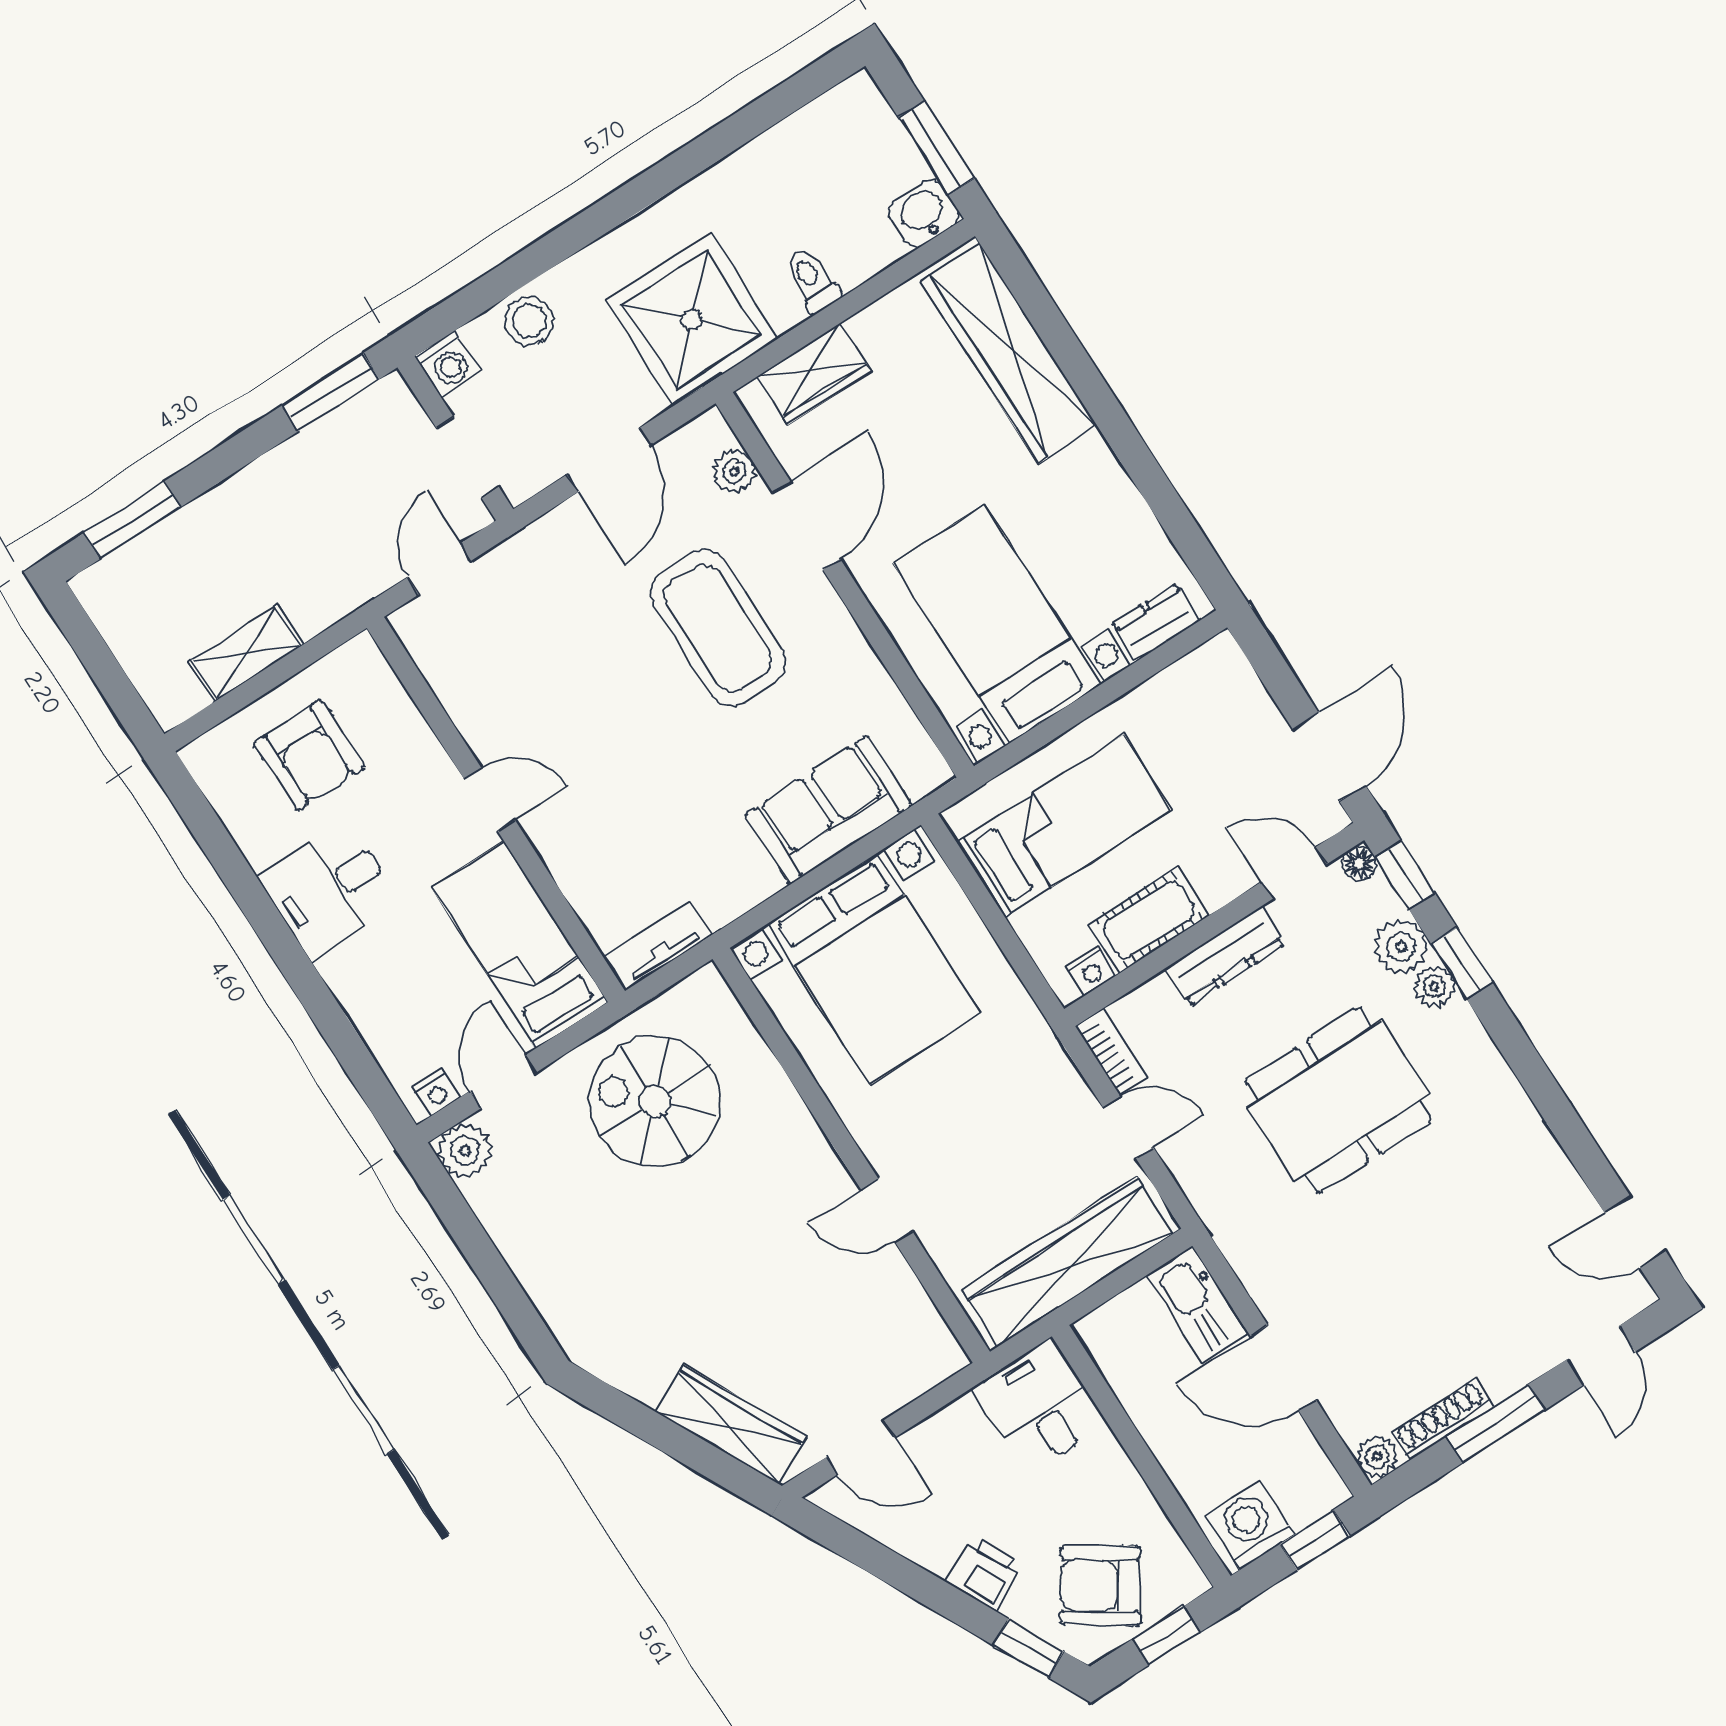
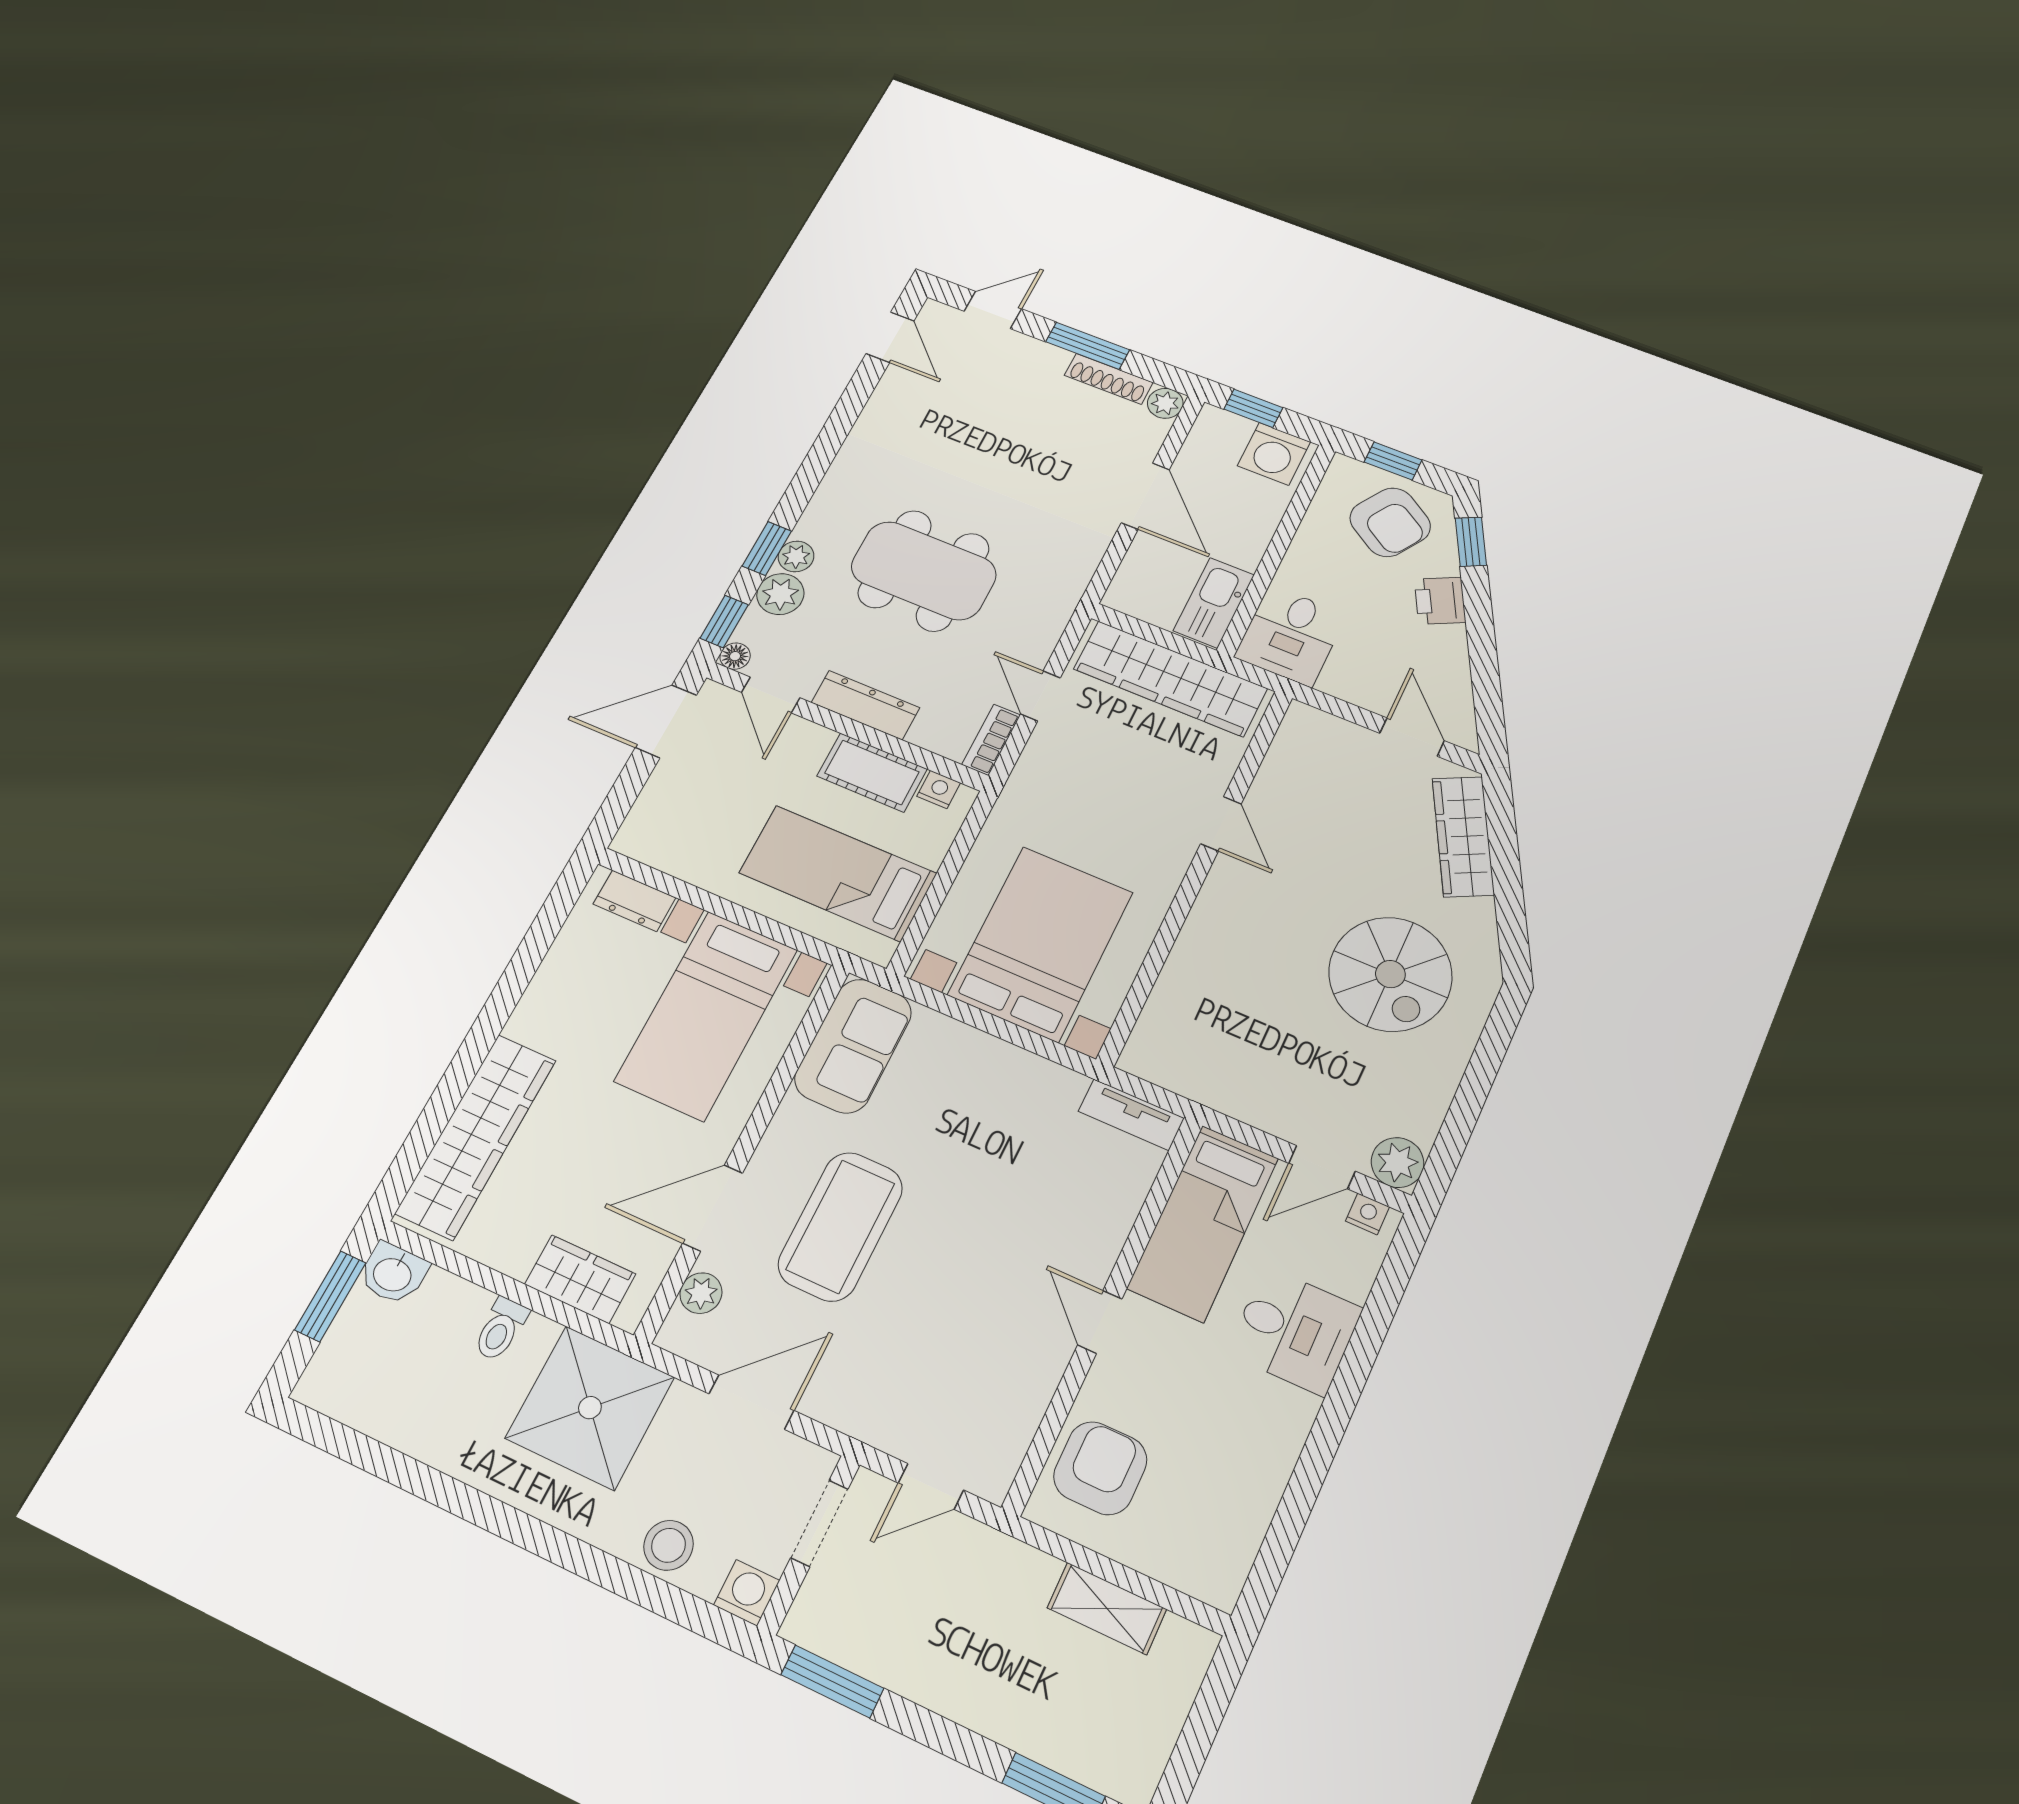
armchair: (309, 755) -> (1100, 1468), moved
sofa: (829, 810) -> (853, 1046), moved, turned -90
desk: (330, 890) -> (1295, 1331), moved
spiral stairs: (655, 1101) -> (1390, 974), moved
kitchen sink: (1197, 1305) -> (1214, 603), moved, turned 180

